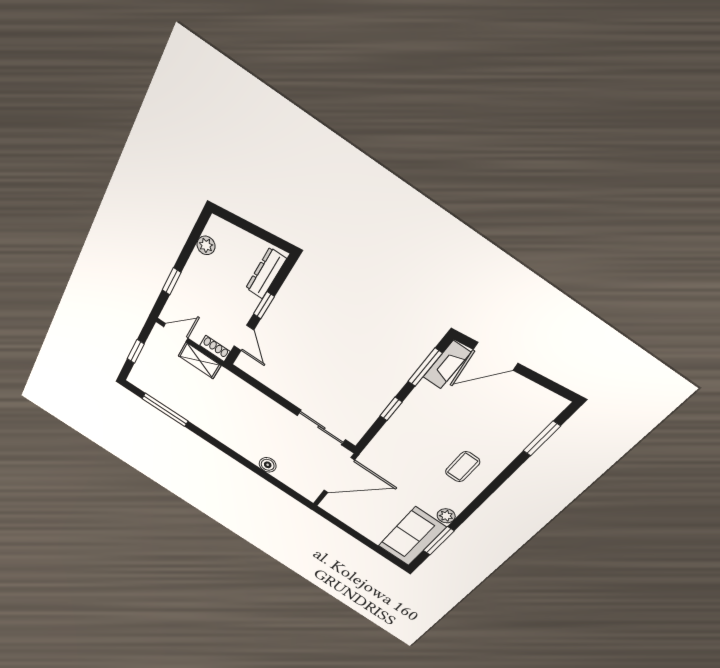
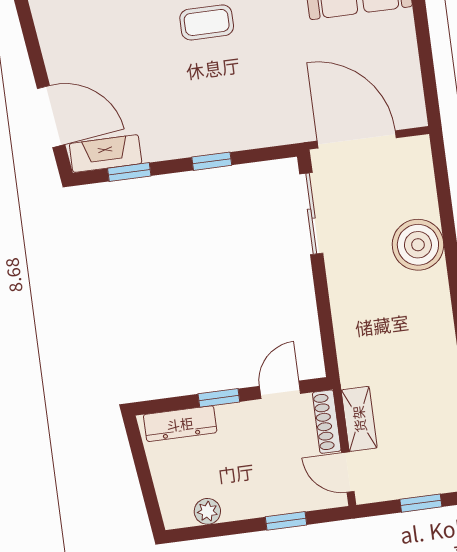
shoe rack: (215, 349) -> (327, 422), width x1.43
window: (425, 367) -> (129, 172), width x0.67
boiler: (268, 465) -> (418, 245), width x1.86, depth x1.86

